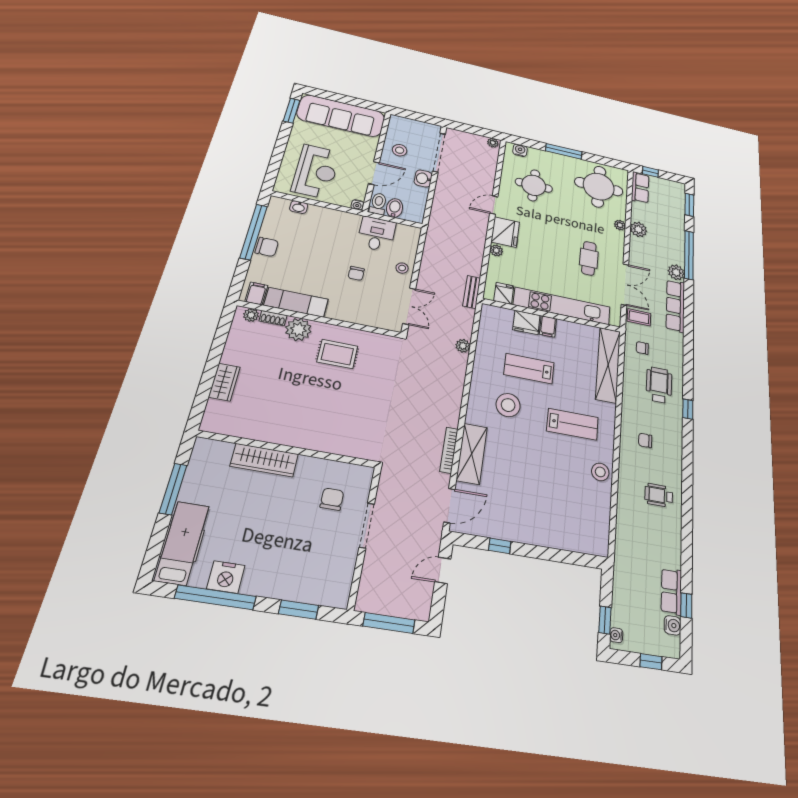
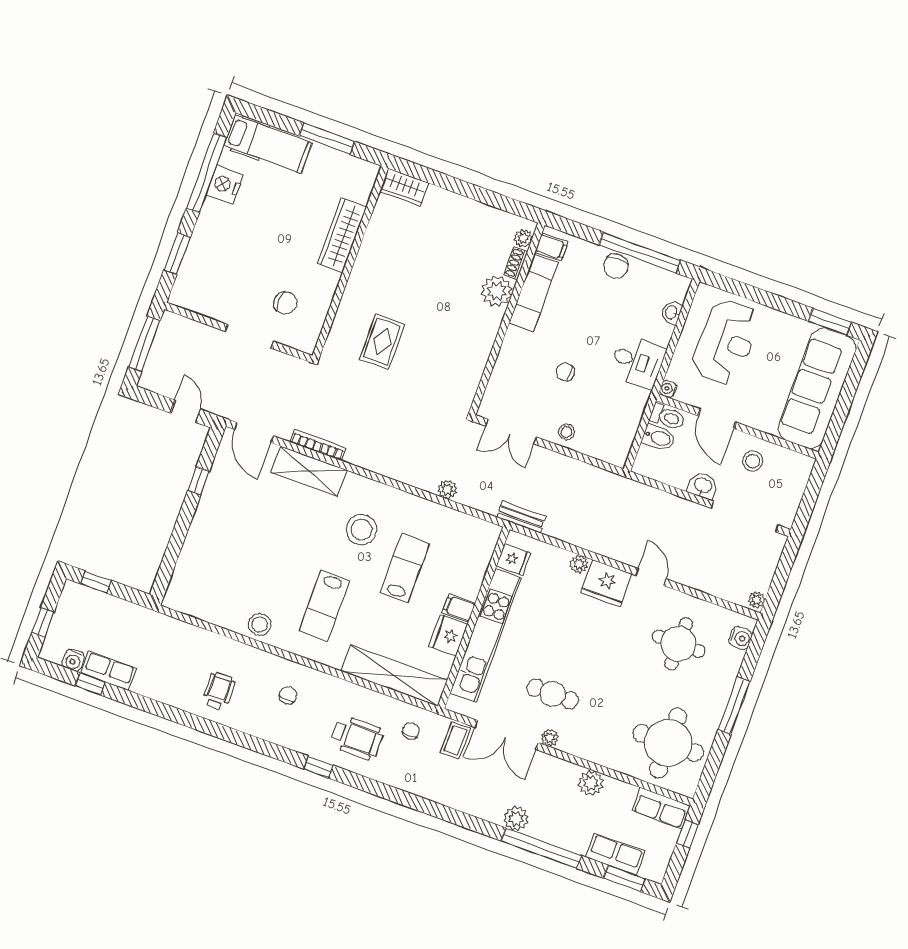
reception desk: (316, 171) -> (726, 342), turned -90
plant: (620, 225) -> (550, 738), moved
desk: (376, 234) -> (637, 362), moved
row of seats: (675, 306) -> (615, 854), moved, width x0.68
fridge: (526, 322) -> (448, 635), moved
rug: (337, 354) -> (382, 341), moved
wardrobe: (224, 382) -> (404, 187), moved
water cooler: (616, 635) -> (78, 590), removed

